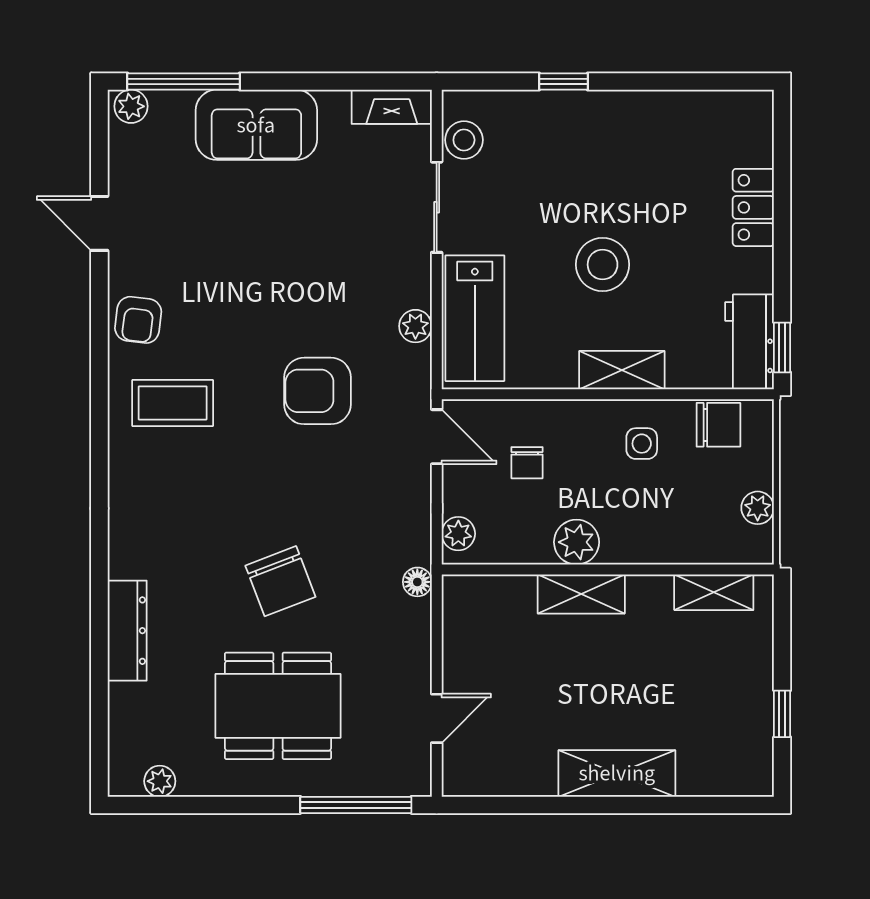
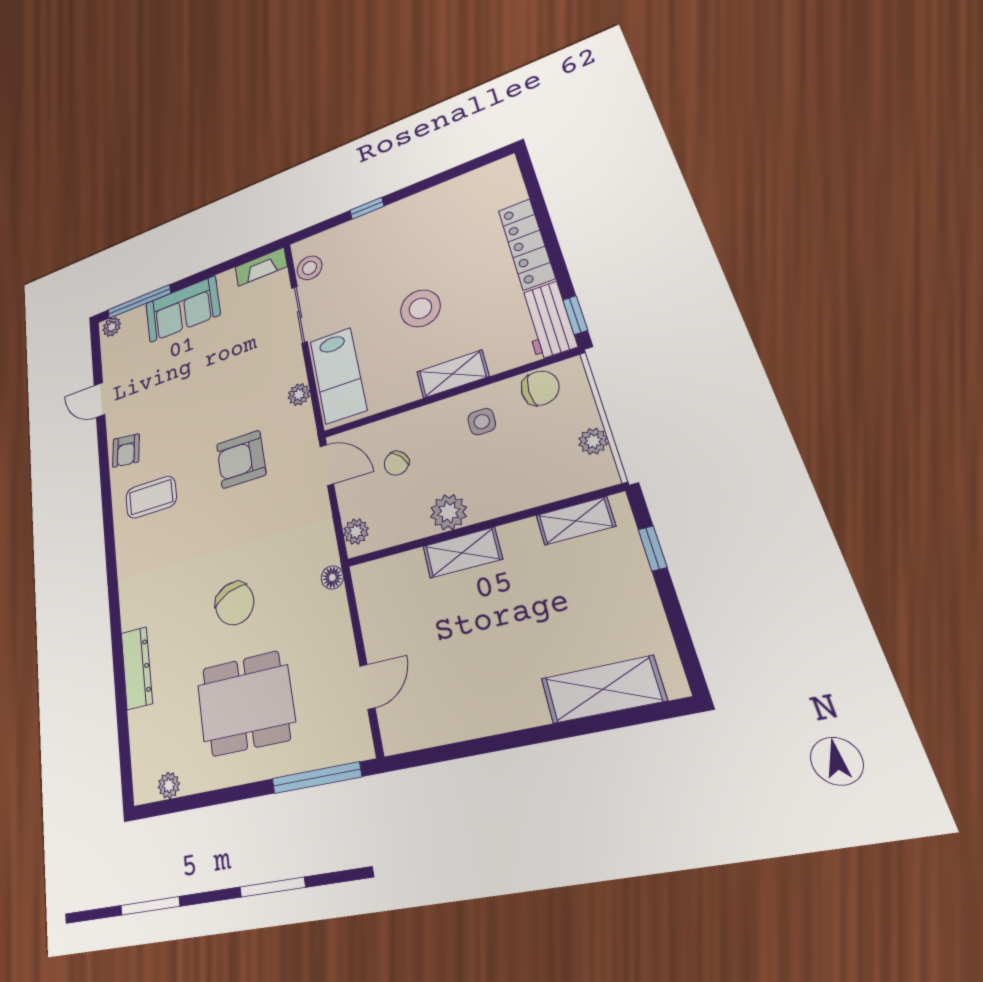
locker: (753, 207) -> (526, 244), width x1.53
chair: (527, 463) -> (396, 463), turned 49
window: (782, 714) -> (653, 548), moved
shelving: (617, 773) -> (603, 689), moved

